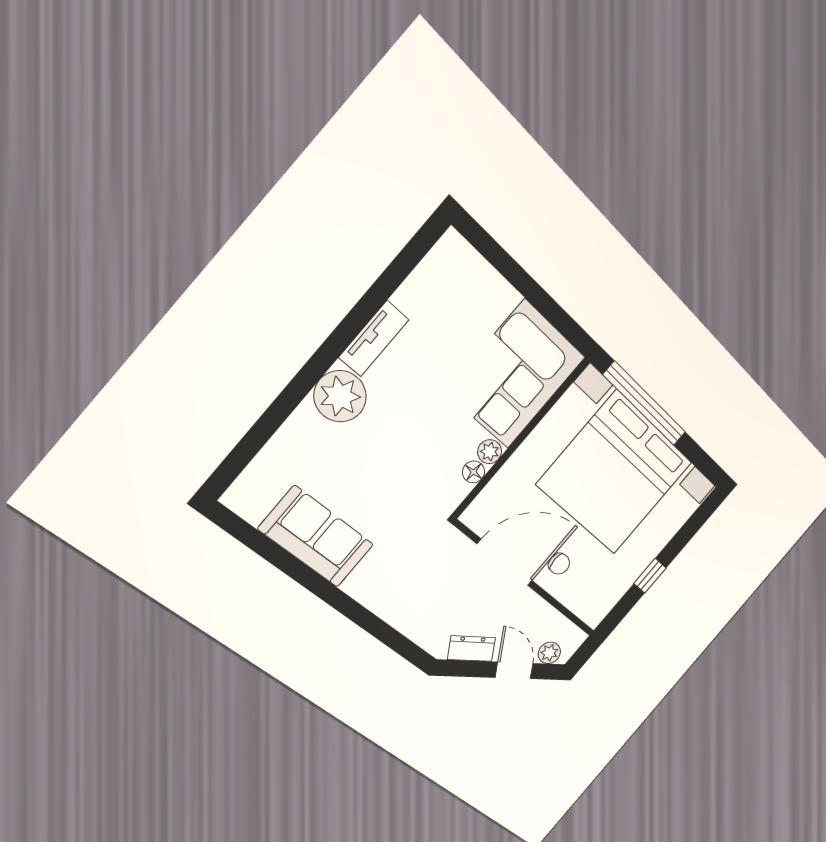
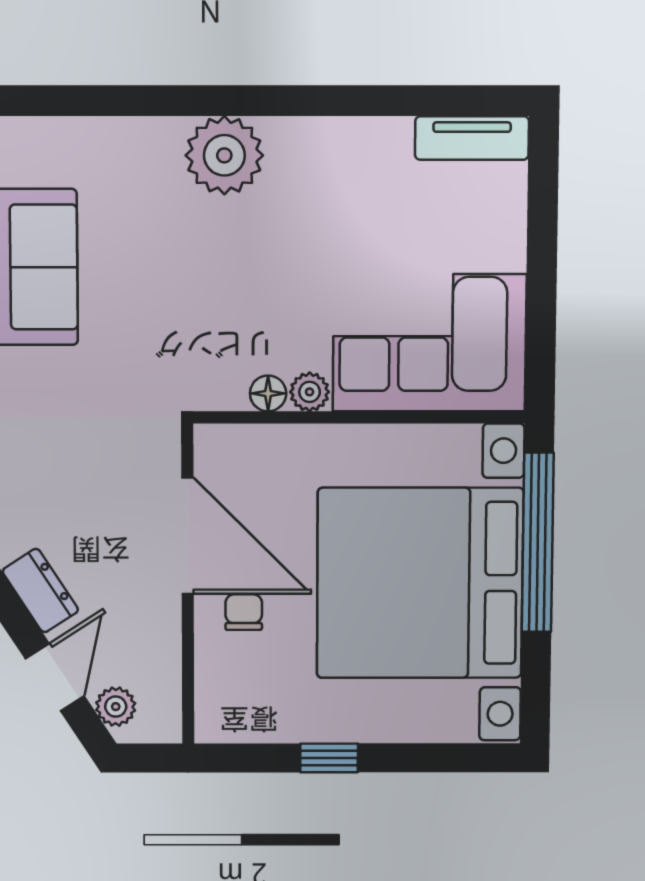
tv unit: (374, 339) -> (472, 138), moved
chair: (559, 564) -> (244, 612), turned 180

